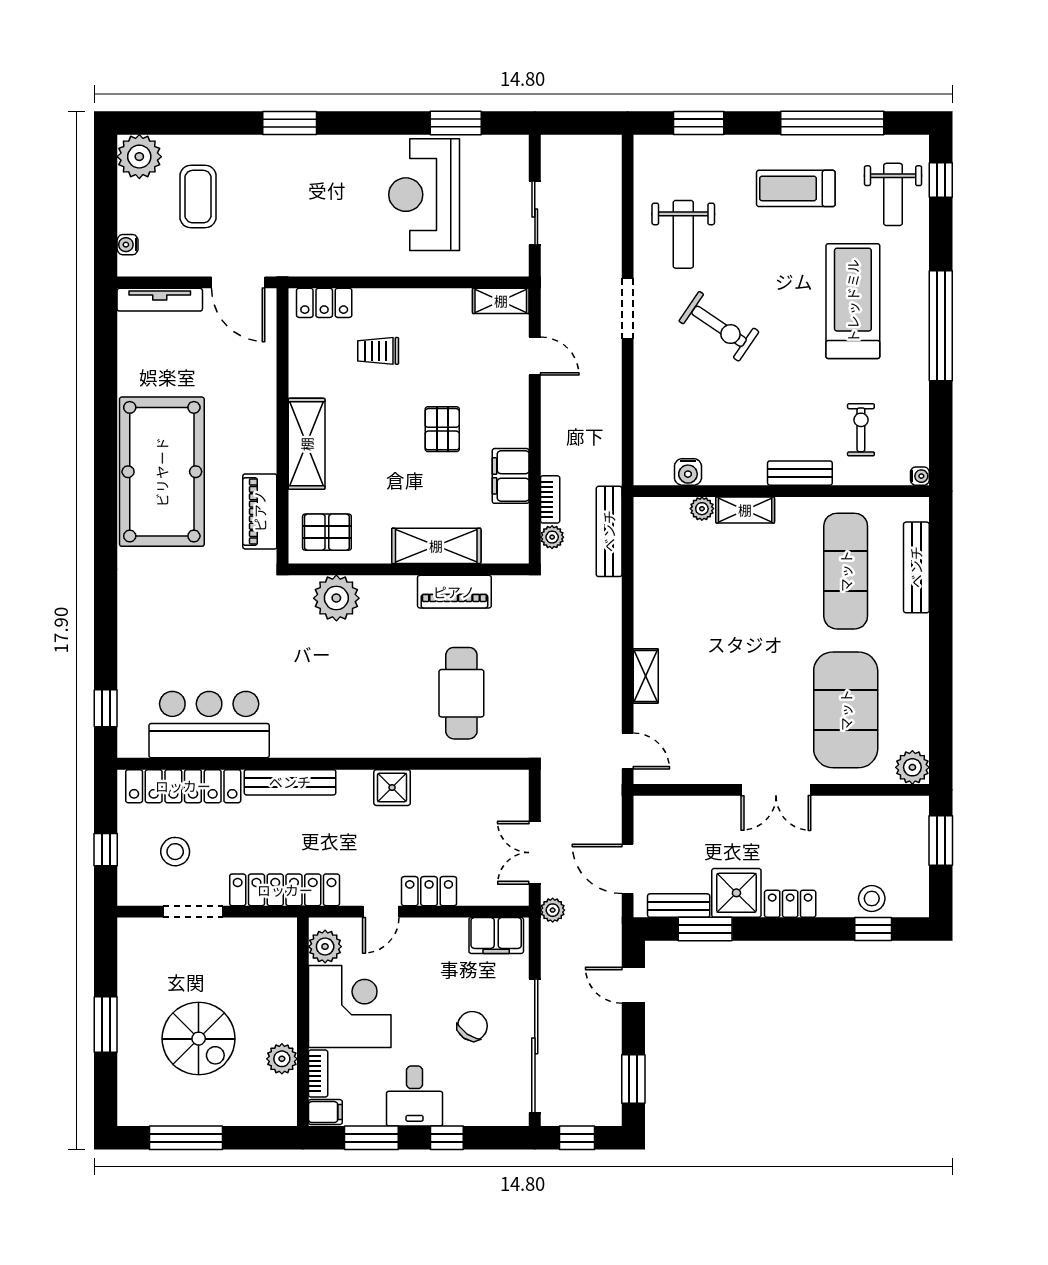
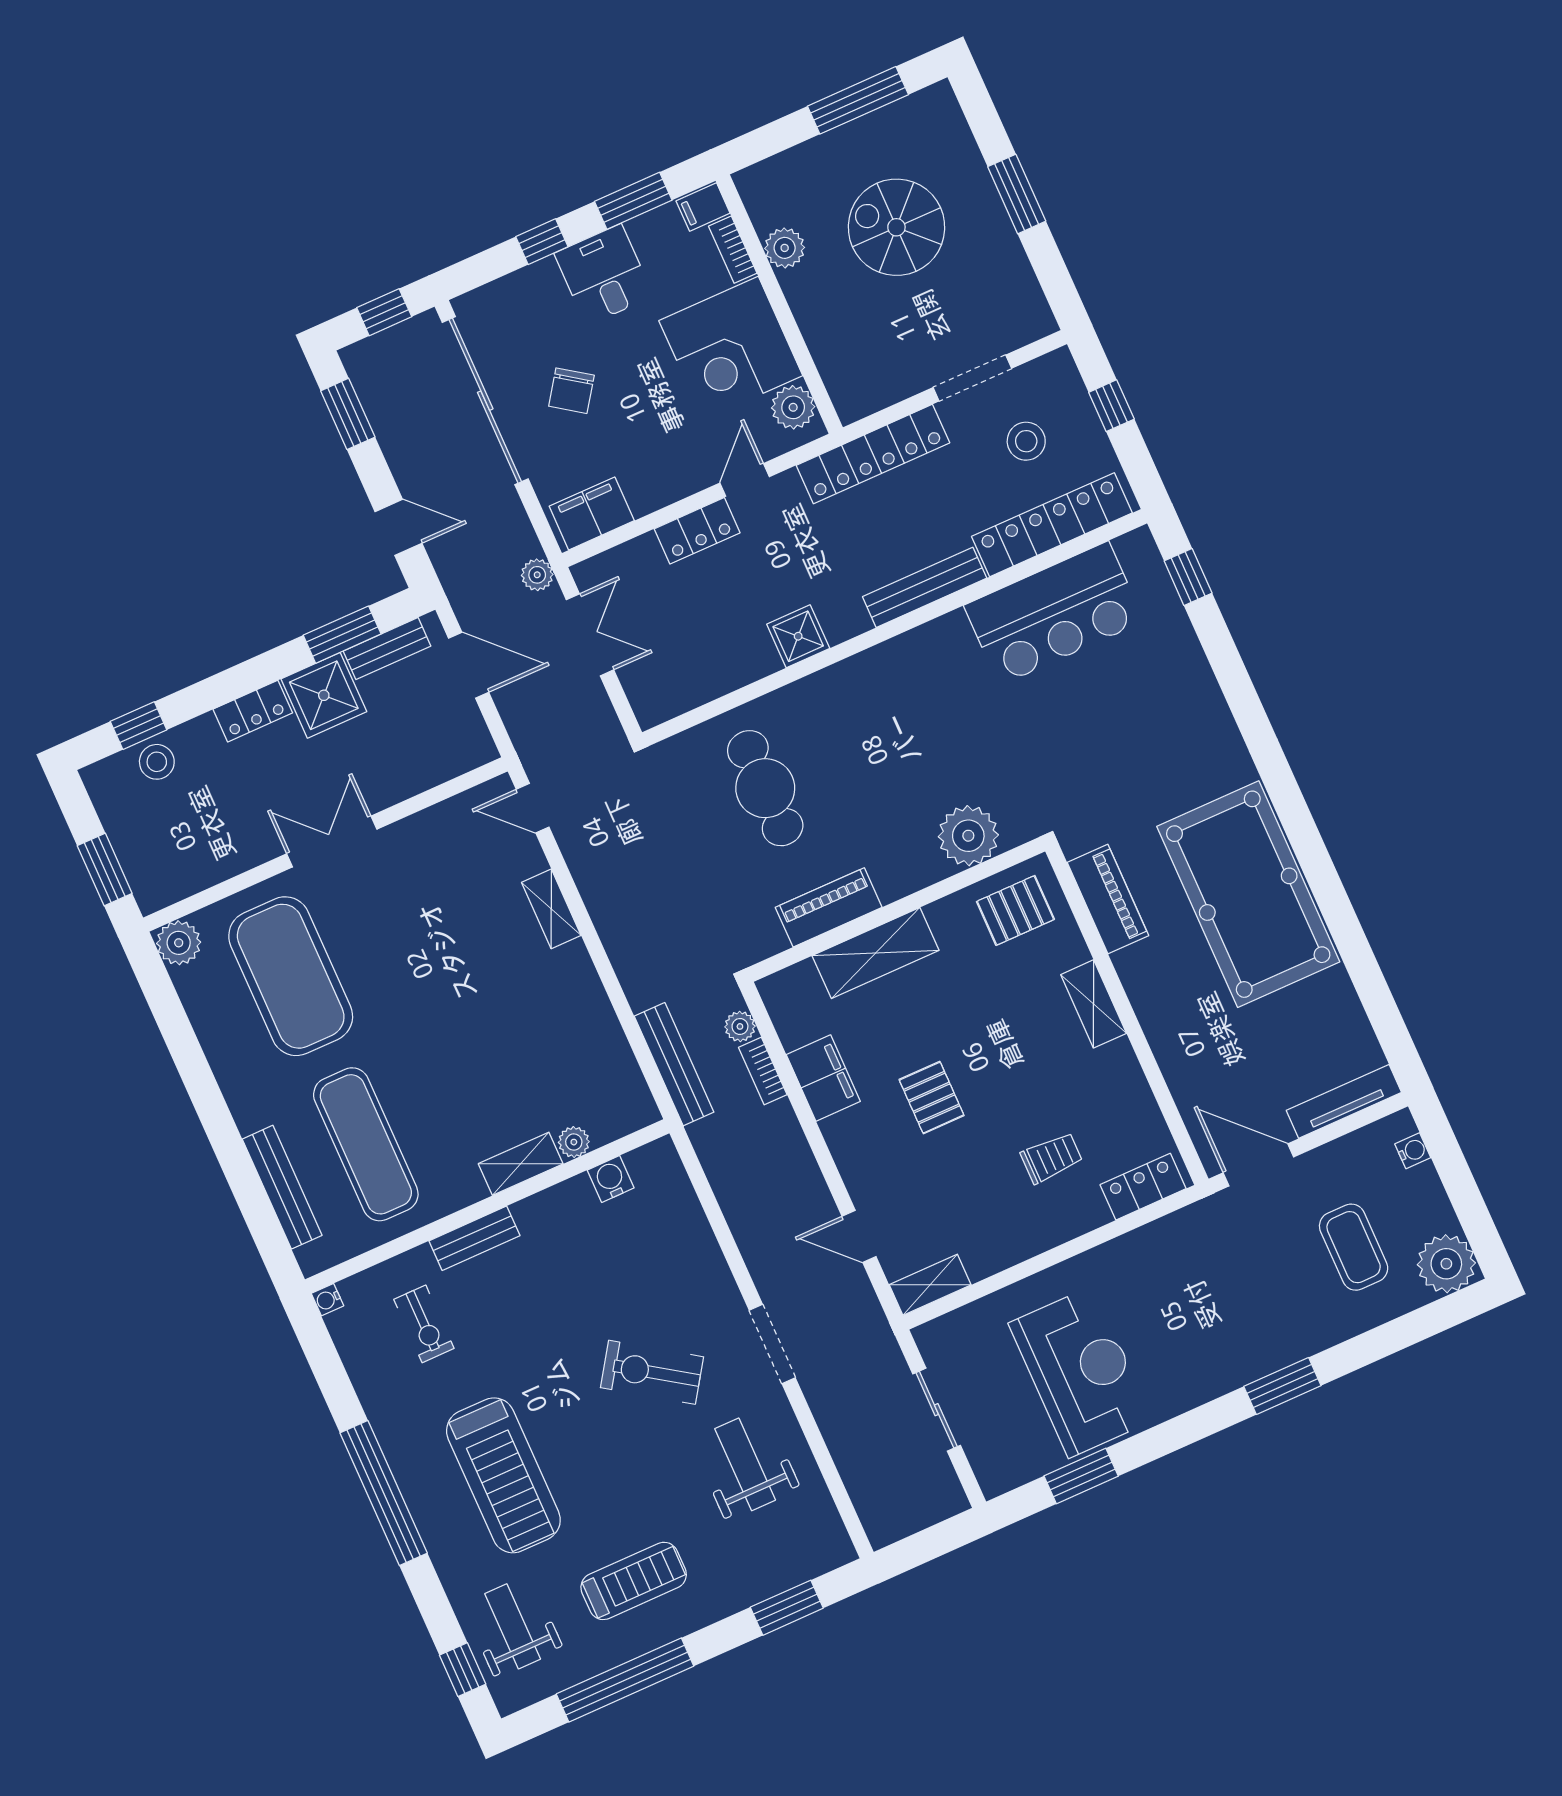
shelving: (307, 444) -> (1094, 1004), width x0.67, depth x0.75

